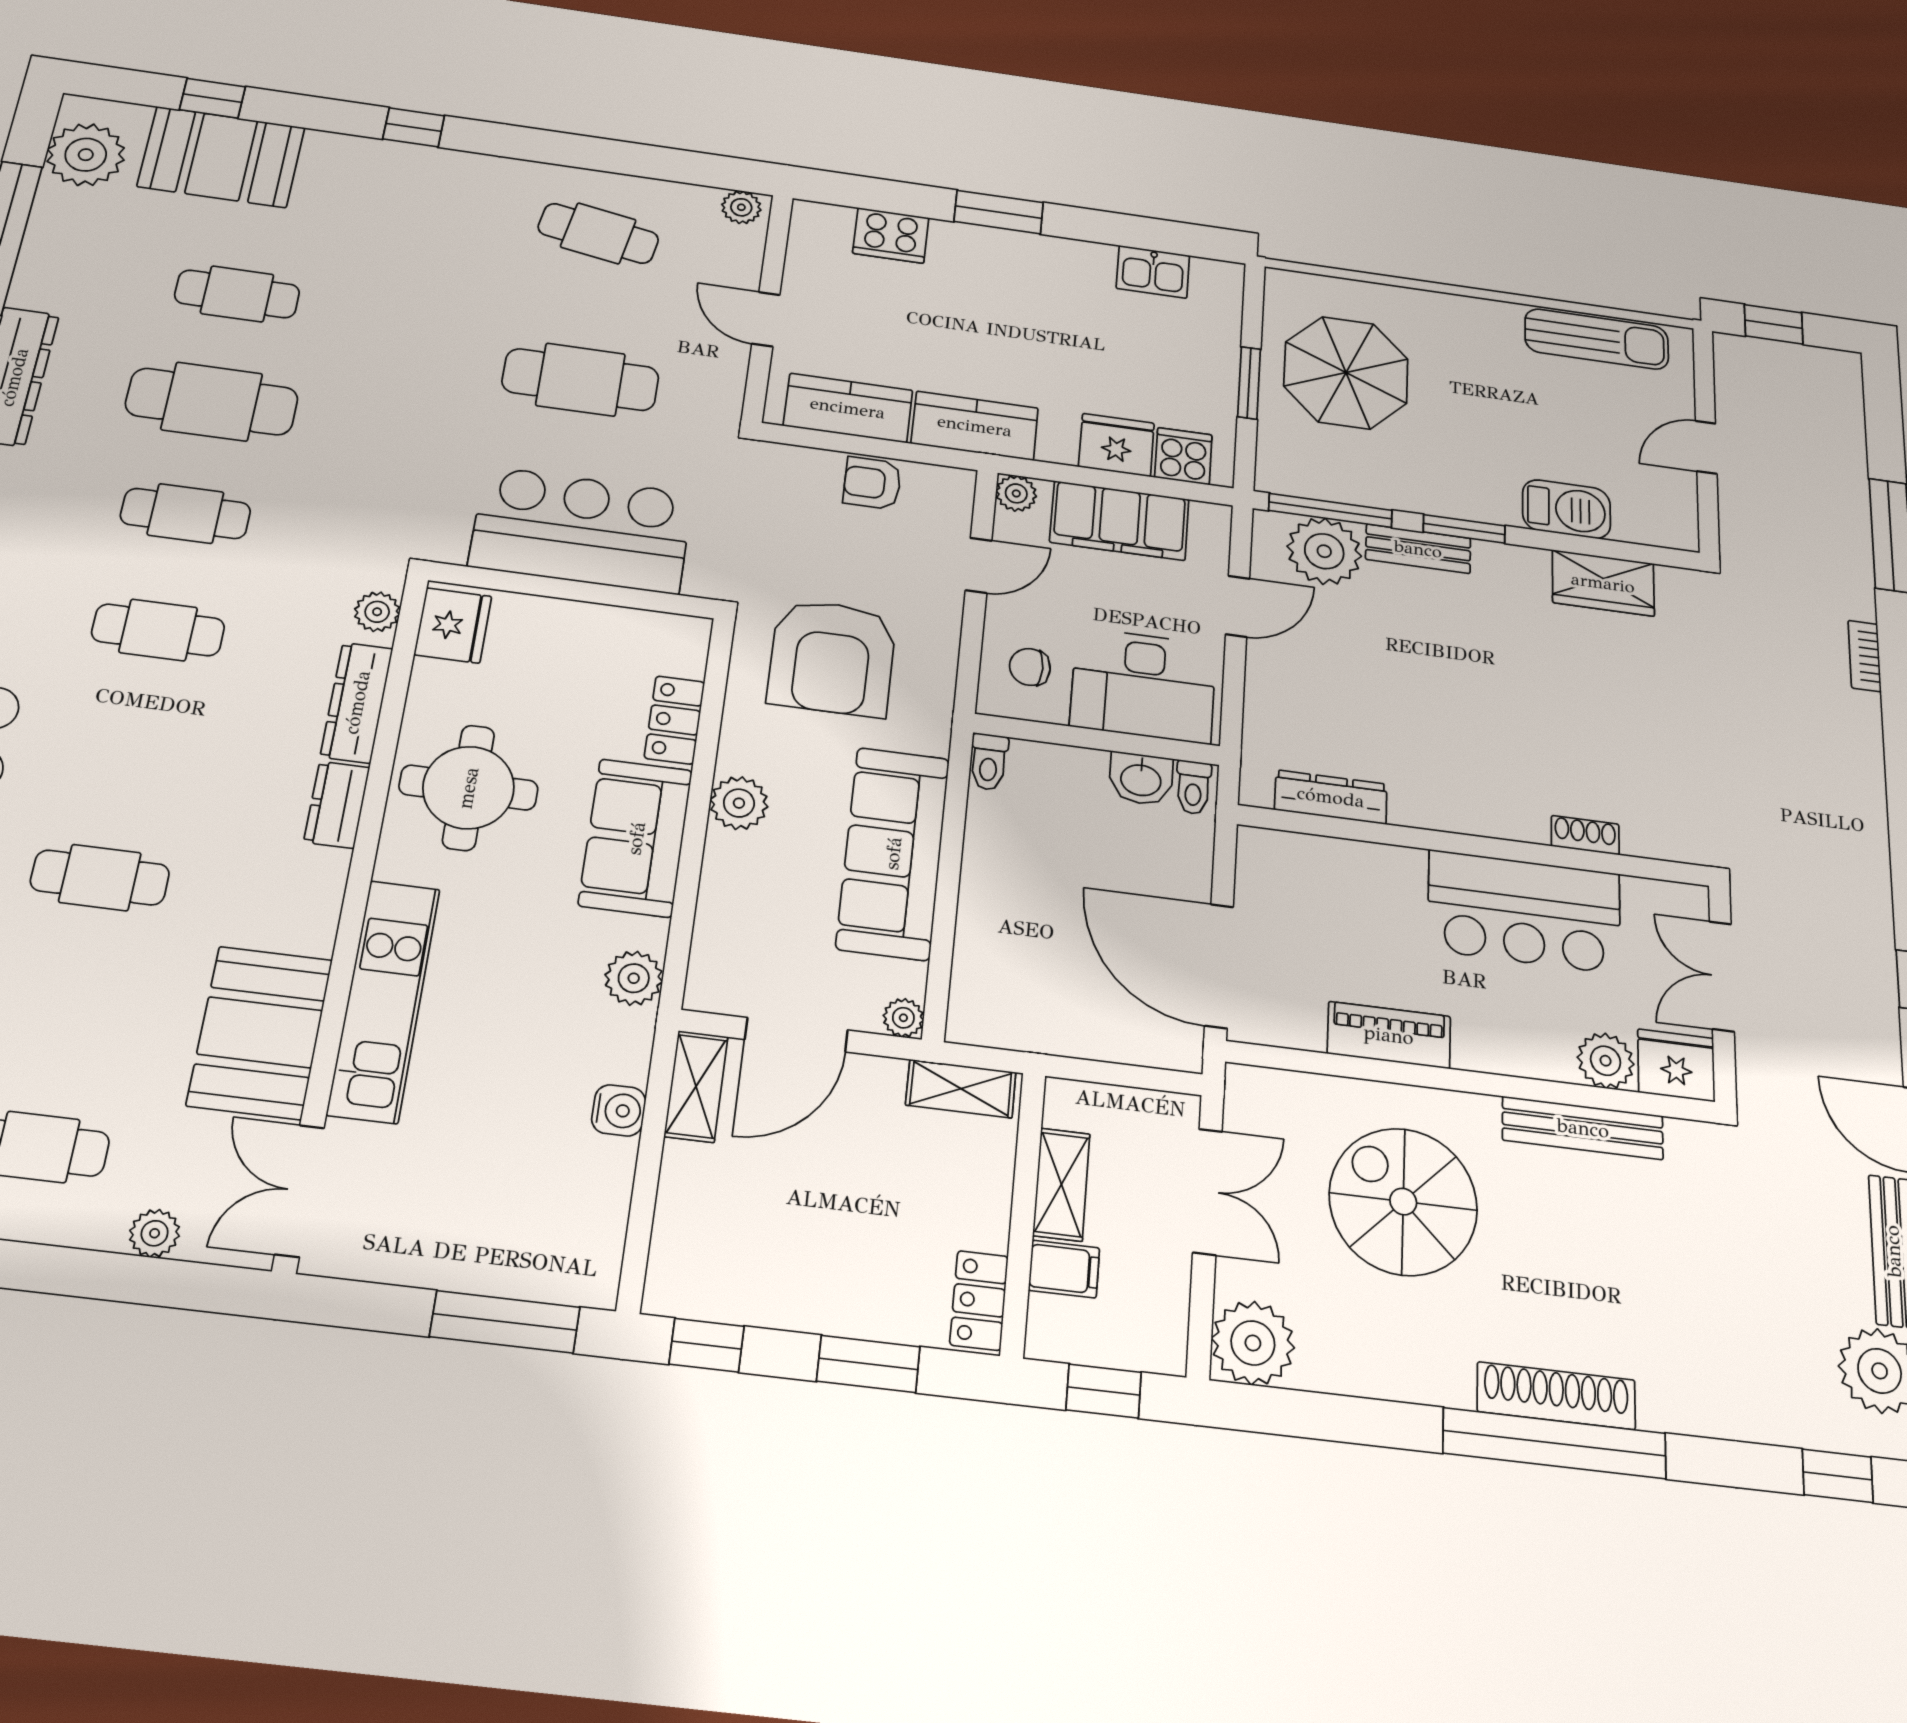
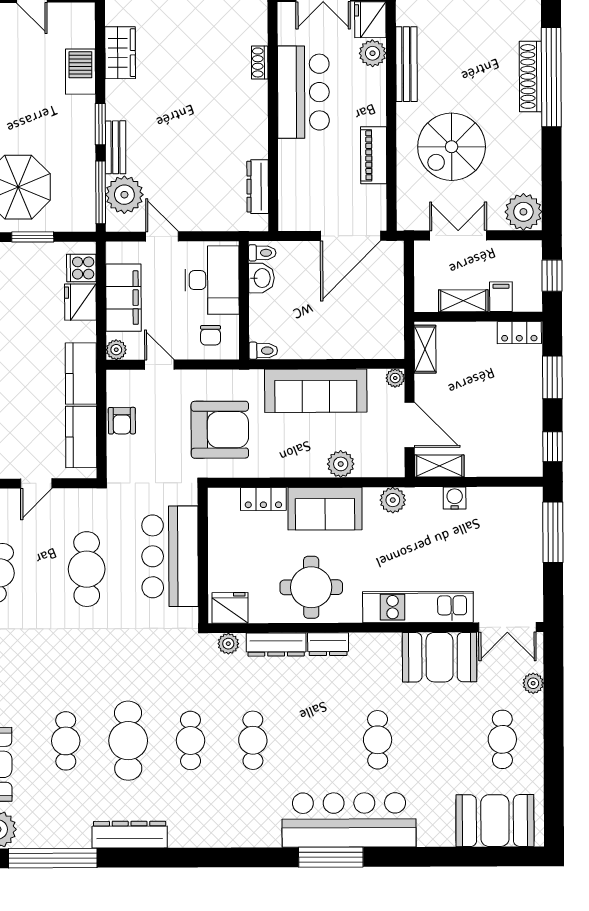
plant: (739, 803) -> (341, 464), moved

